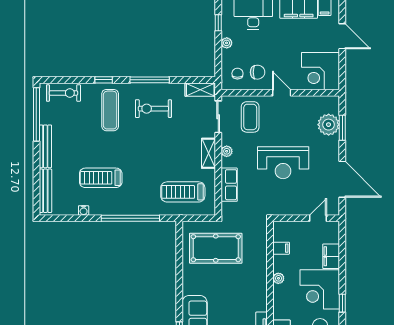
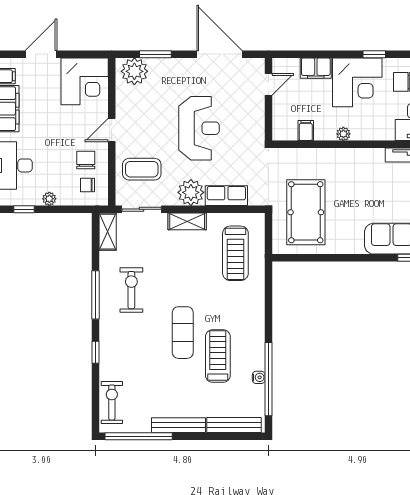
exercise bike: (153, 109) -> (131, 290), turned 180
exercise mat: (110, 110) -> (183, 333), moved, turned 90
plant: (329, 125) -> (134, 71), moved
plant: (227, 151) -> (191, 192), width x1.87, depth x1.87
treadmill: (101, 178) -> (218, 356), turned 180
door: (342, 179) -> (220, 54), hinge flipped
window: (130, 218) -> (268, 379), moved
door: (318, 218) -> (268, 84), swing flipped

